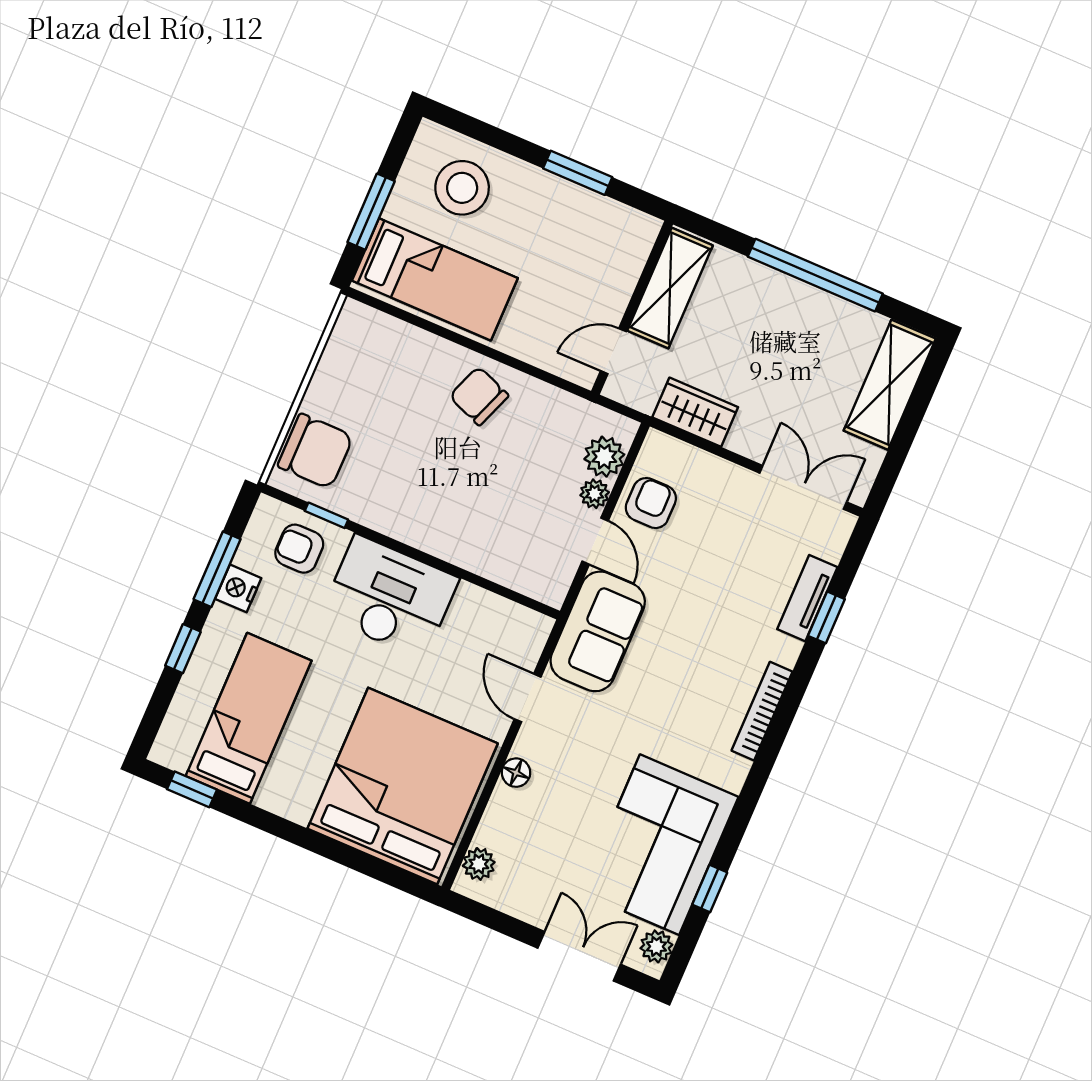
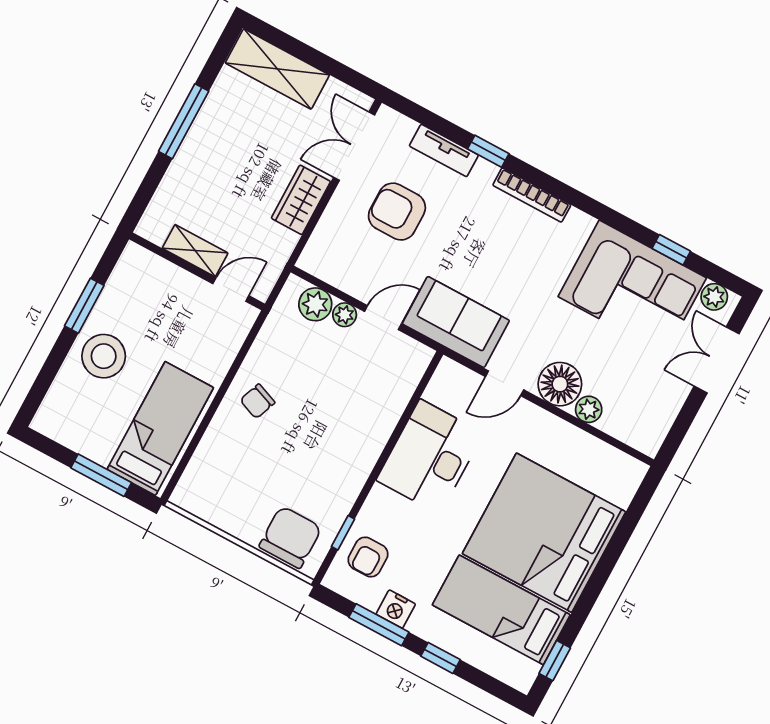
stool: (462, 188) -> (104, 356), moved
window: (815, 275) -> (184, 121), width x0.68
shelving: (670, 288) -> (195, 251), width x0.67, depth x0.75
door: (613, 351) -> (231, 290), swing flipped
chair: (479, 396) -> (257, 401), width x0.73, depth x0.73
wardrobe: (695, 412) -> (301, 200), moved
armchair: (651, 503) -> (397, 212), moved, width x1.38, depth x1.38
desk: (390, 597) -> (430, 457), moved
window: (826, 617) -> (488, 151), moved
floor lamp: (516, 773) -> (560, 384), width x1.89, depth x1.89
bed: (403, 786) -> (544, 533), moved
plant: (479, 864) -> (589, 409), moved

